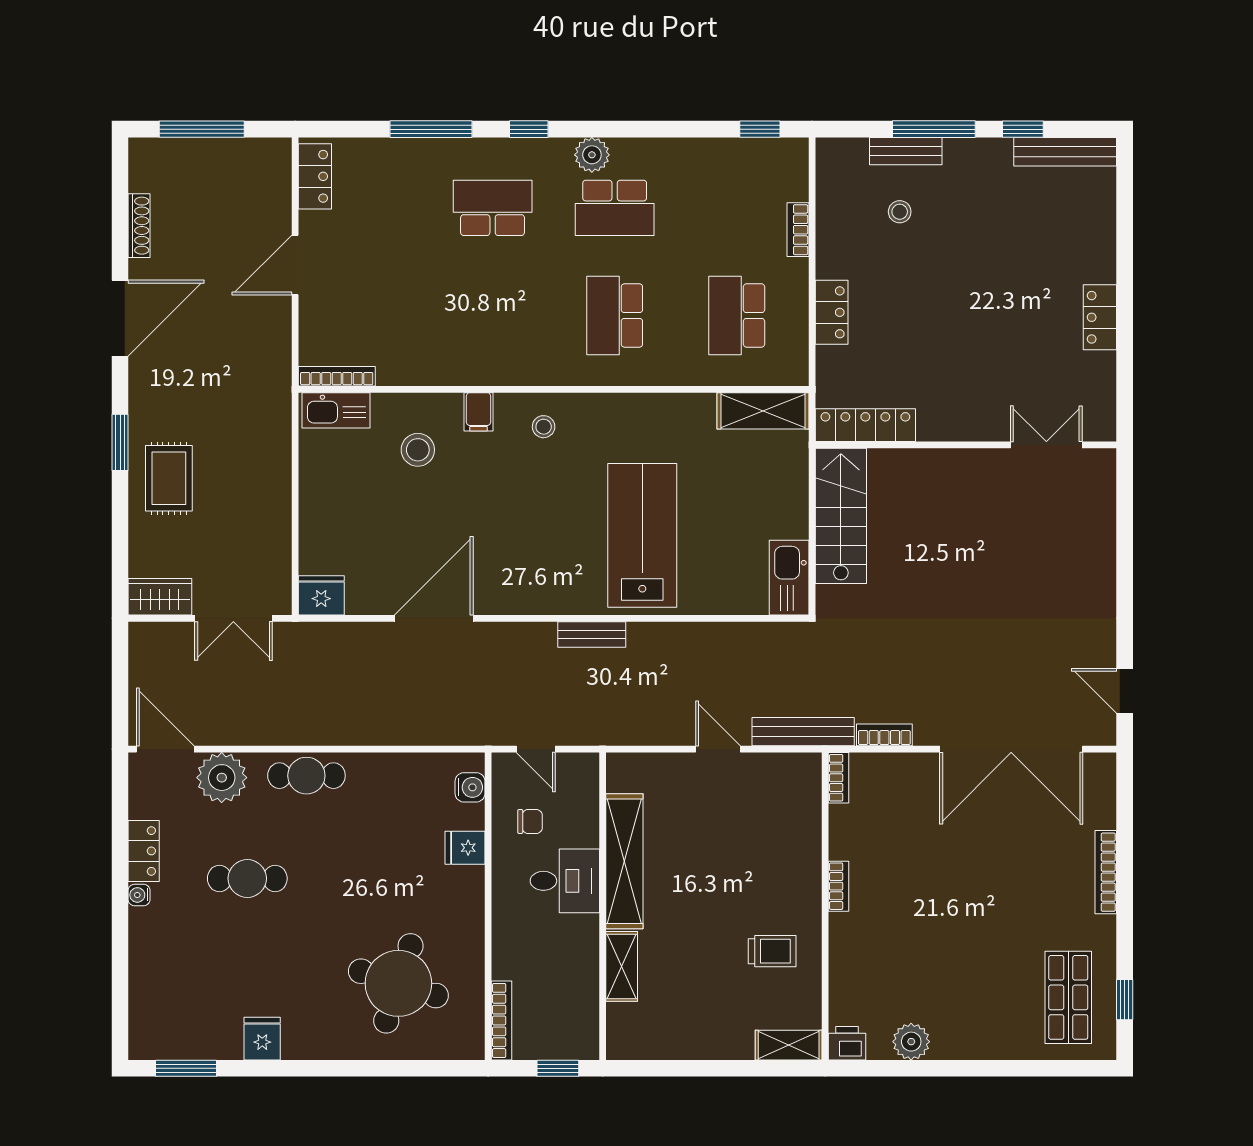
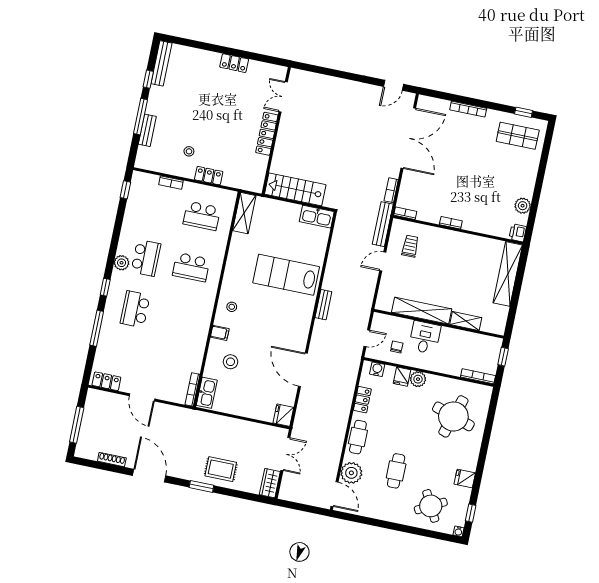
stool: (900, 212) -> (189, 151), moved
locker: (865, 425) -> (267, 134), moved
door: (165, 749) -> (335, 494), swing flipped
locker: (144, 851) -> (362, 400), moved, turned 90
plant: (467, 885) -> (418, 379), added
water cooler: (139, 895) -> (458, 531), moved
trolley: (772, 951) -> (410, 246), moved
round table: (184, 974) -> (431, 506), added
shelving: (789, 1045) -> (508, 274), width x2.20, depth x1.33
window: (186, 1068) -> (471, 513), width x0.67

